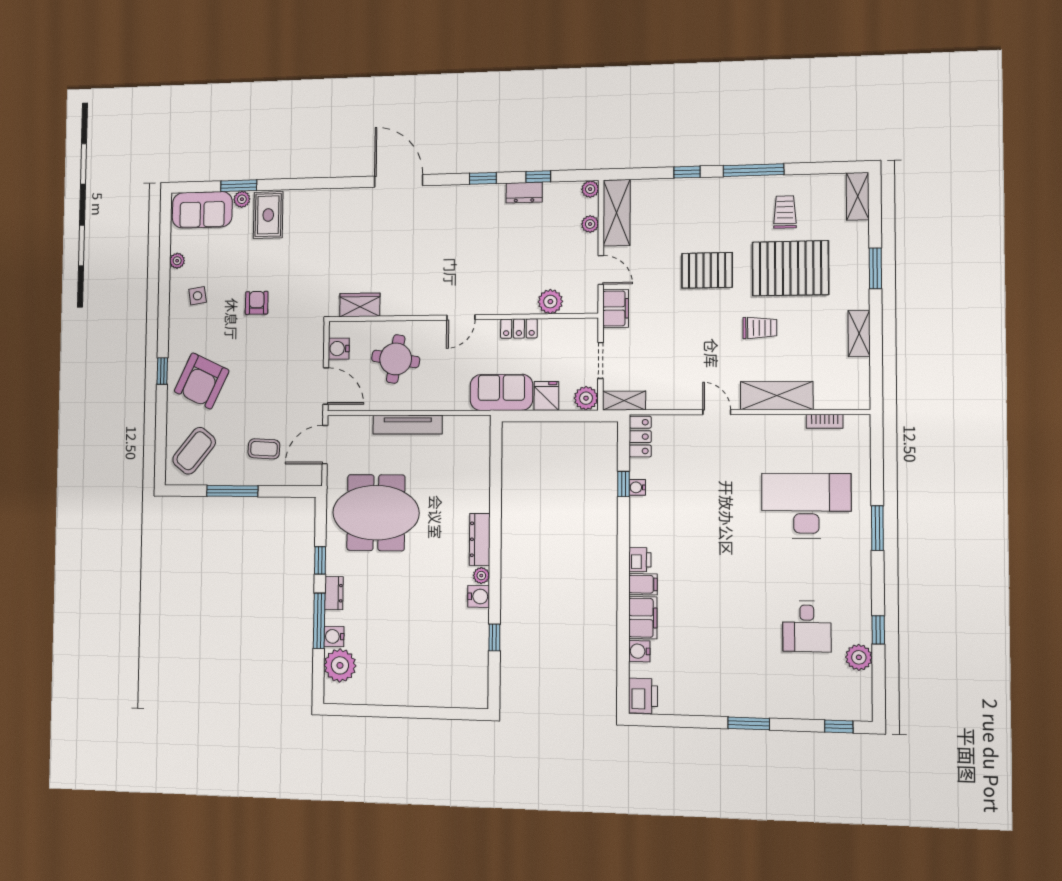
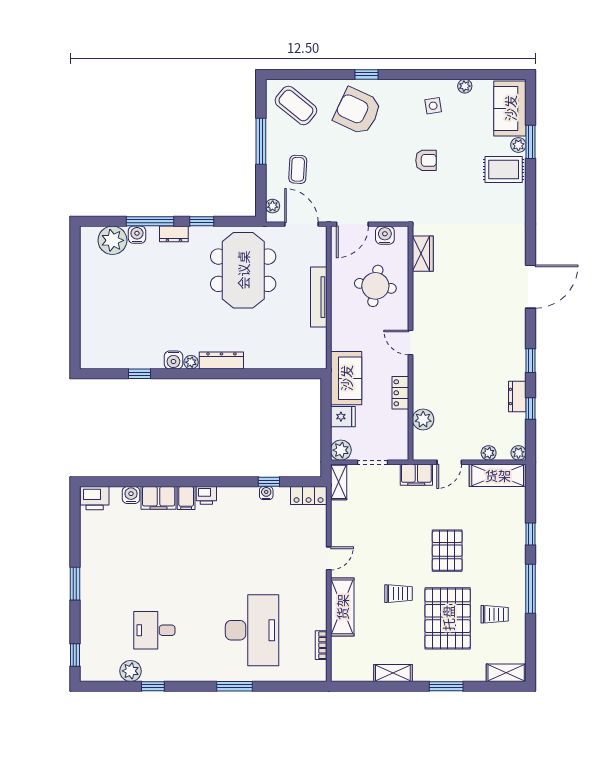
trolley: (760, 328) -> (398, 594), turned -90
plant: (304, 478) -> (273, 206), added

